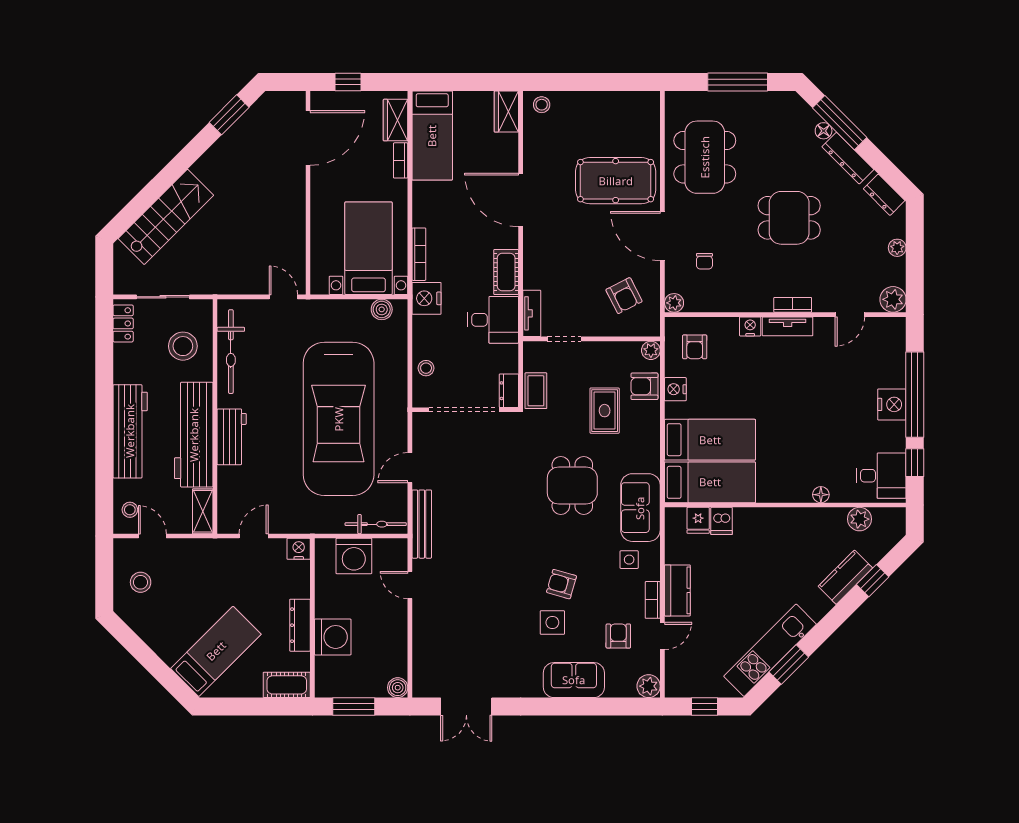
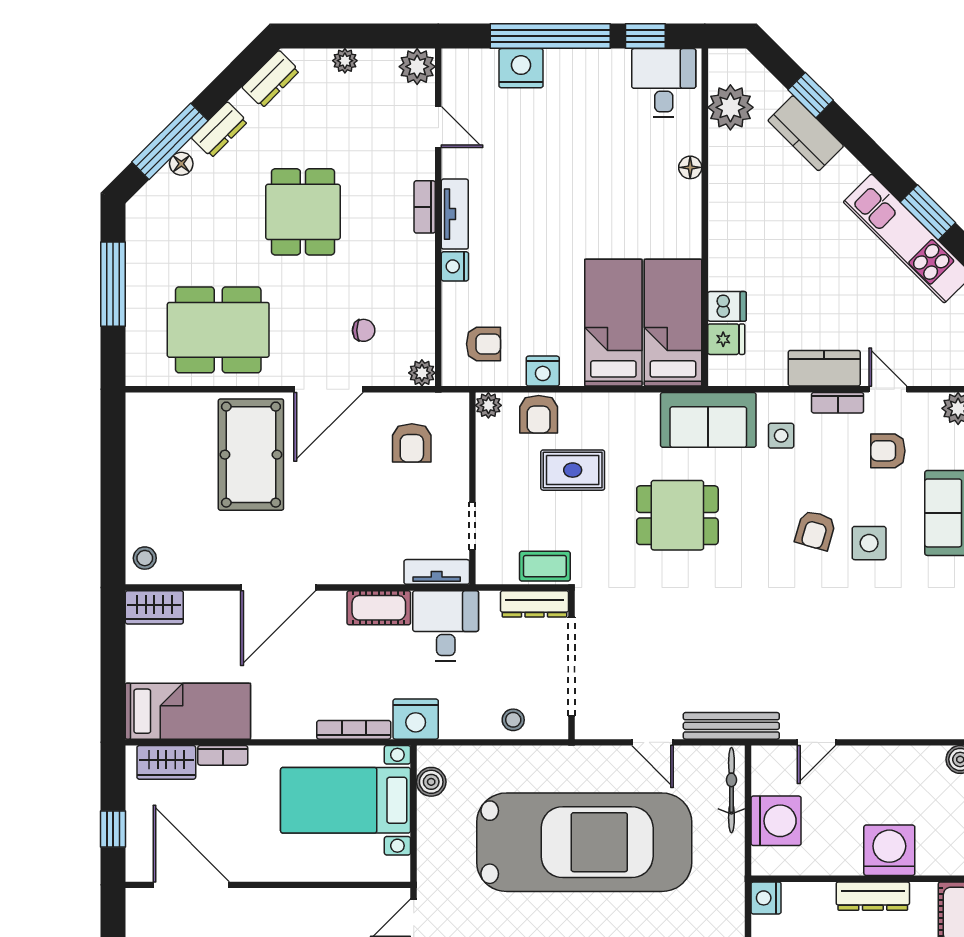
dresser: (848, 158) -> (220, 130), width x0.70
armchair: (624, 296) -> (412, 443), turned 117
dresser: (509, 391) -> (535, 604), width x1.44
nightstand: (892, 404) -> (521, 68), moved
plant: (860, 519) -> (730, 107), width x1.36, depth x1.36

